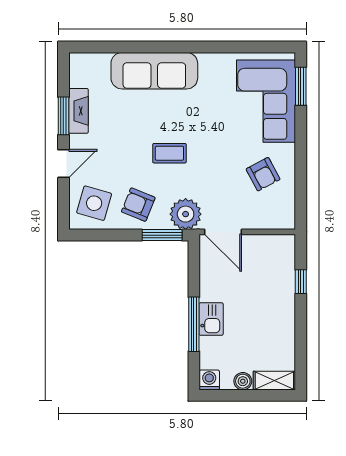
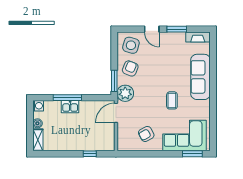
fireplace: (78, 111) -> (198, 37), moved
coffee table: (169, 153) -> (172, 100), moved

